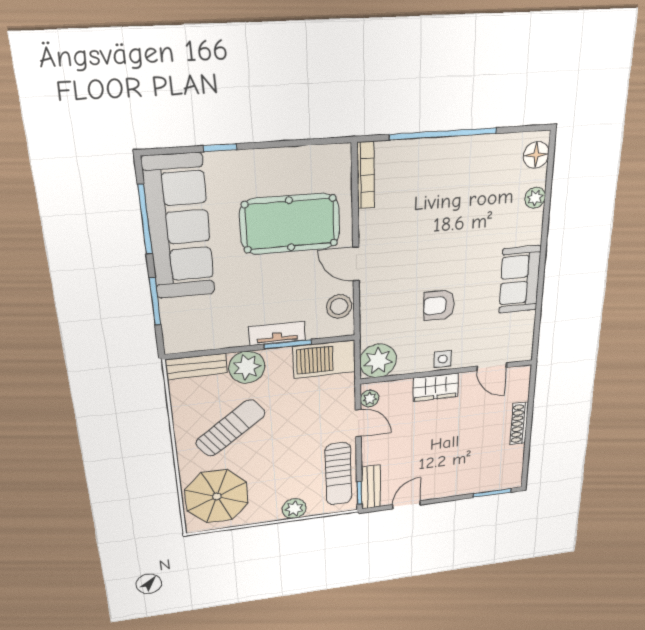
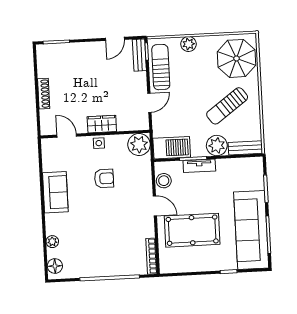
plant: (370, 399) -> (143, 119), removed
door: (358, 423) -> (149, 103), swing flipped

